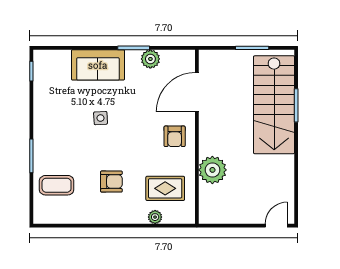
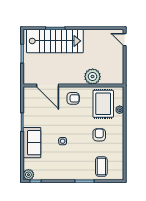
plant: (150, 59) -> (28, 175), moved
rug: (165, 188) -> (103, 104), width x1.36, depth x1.43

